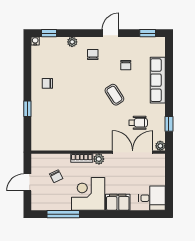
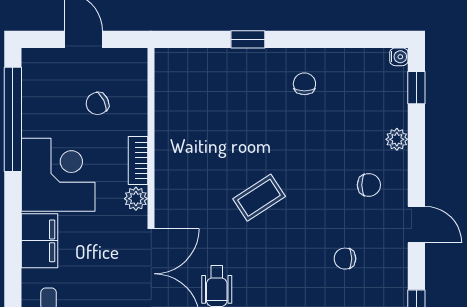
coffee table: (114, 95) -> (259, 198), moved
window: (63, 214) -> (13, 119), width x1.46

